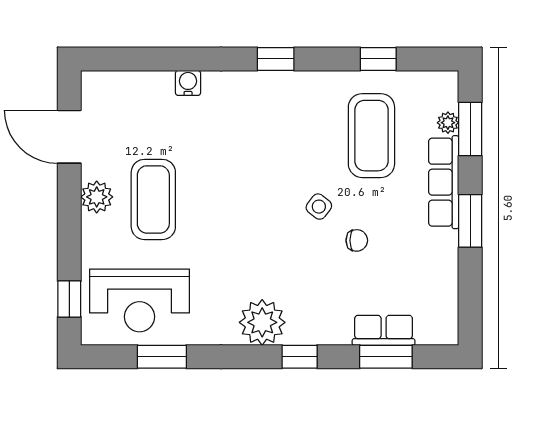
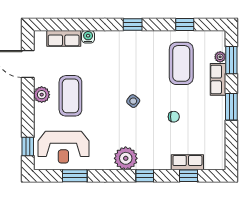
row of seats: (140, 86) -> (64, 38), added
row of seats: (444, 182) -> (218, 79), width x0.68
side table: (319, 207) -> (133, 101), moved
window: (386, 357) -> (189, 176), width x0.67

